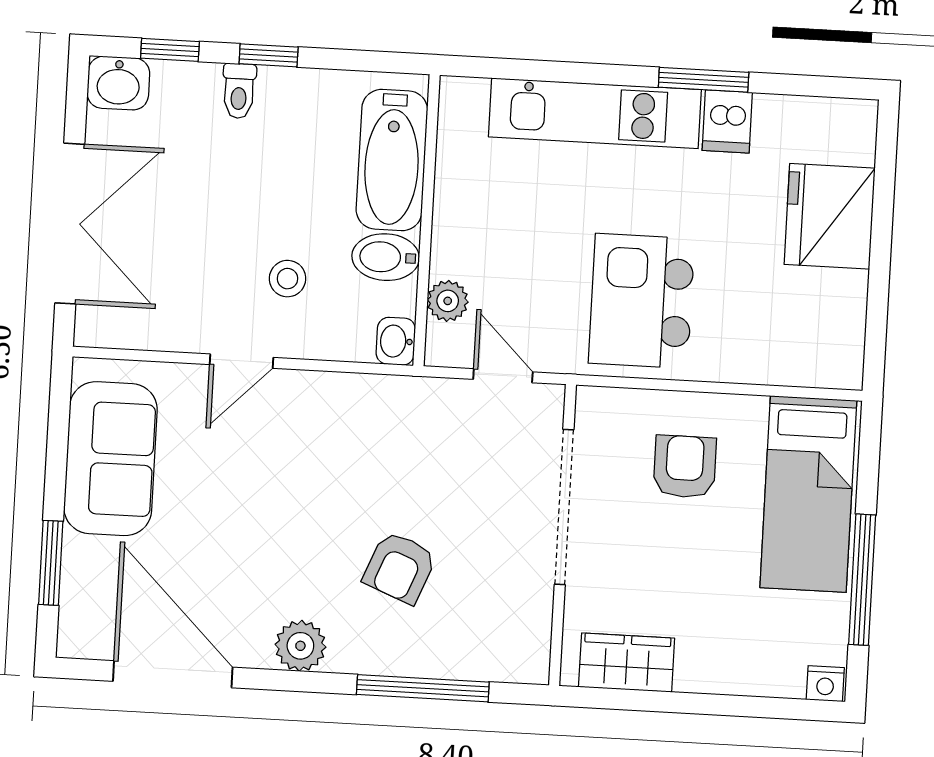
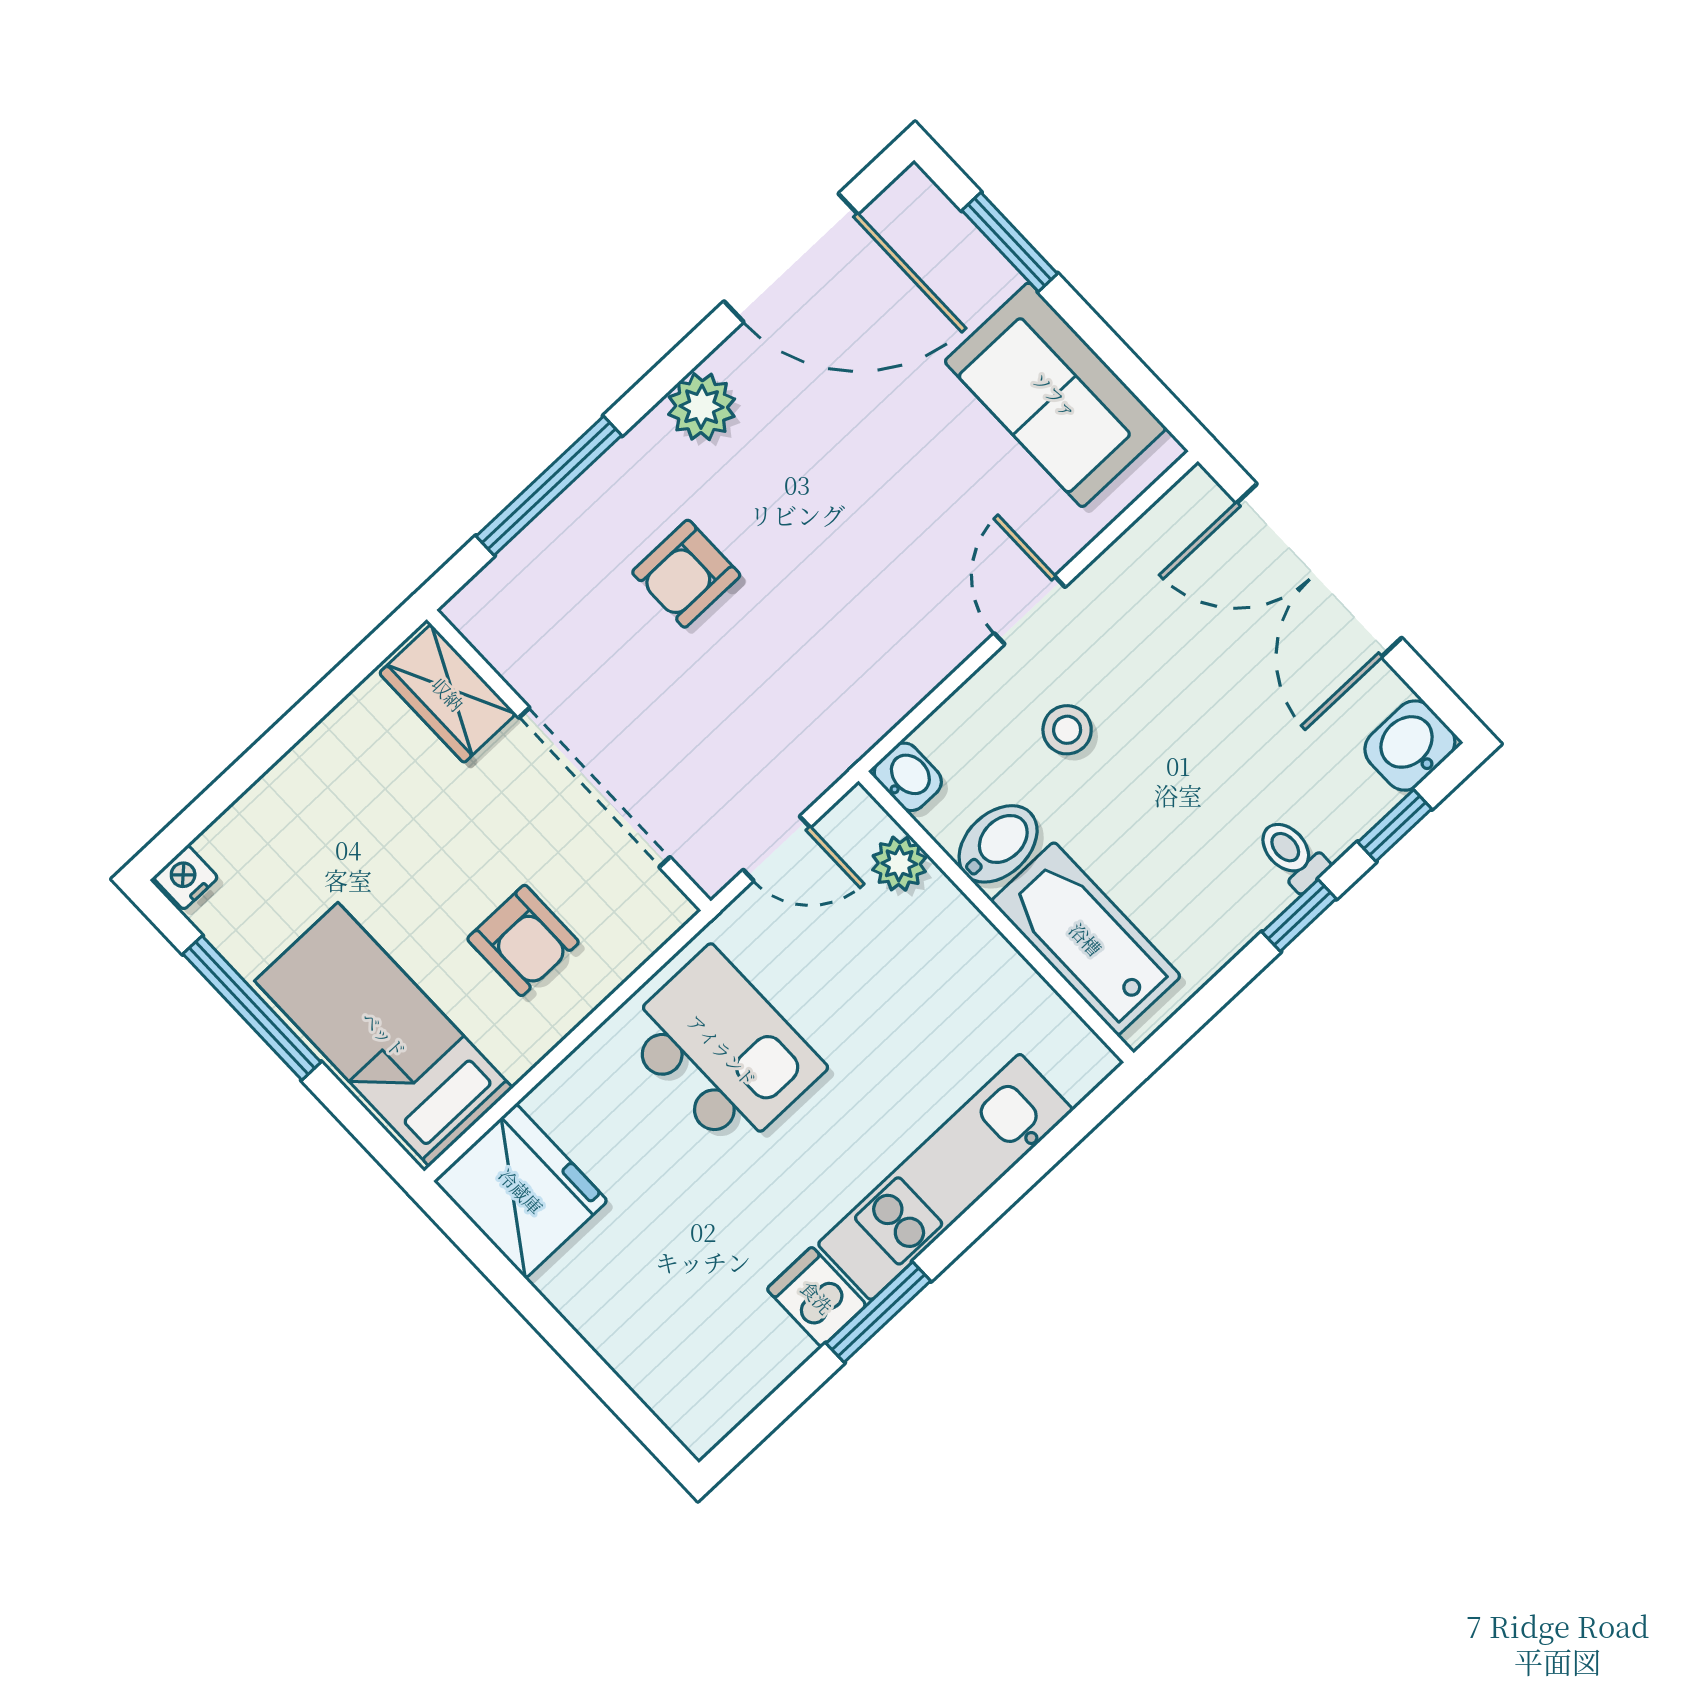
fridge: (830, 216) -> (521, 1191), moved
armchair: (400, 568) -> (686, 574), turned -112
wardrobe: (627, 663) -> (448, 694), moved, turned 90

